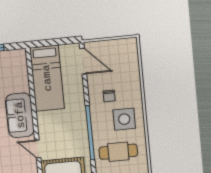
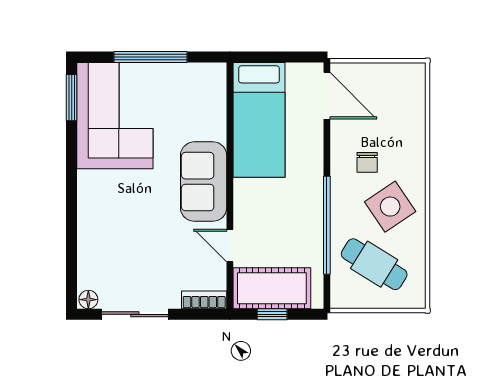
side table: (124, 119) -> (390, 207), turned -34
cafe table: (118, 152) -> (374, 264), turned 32

